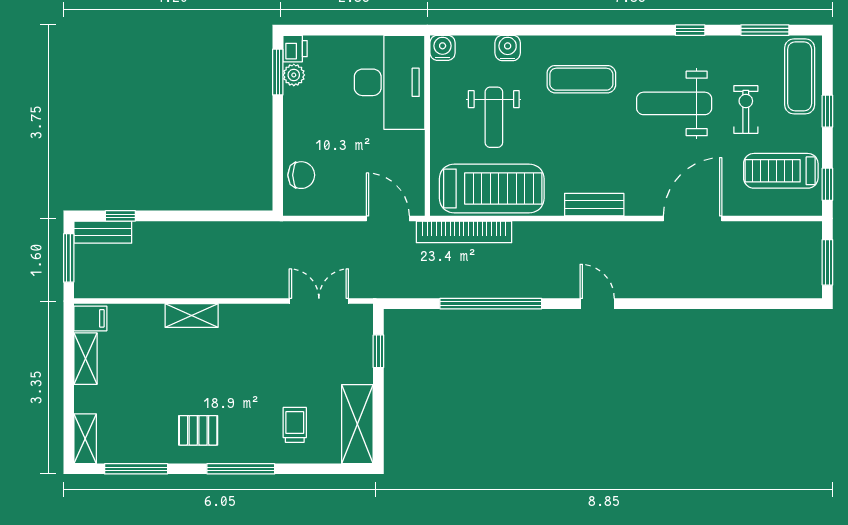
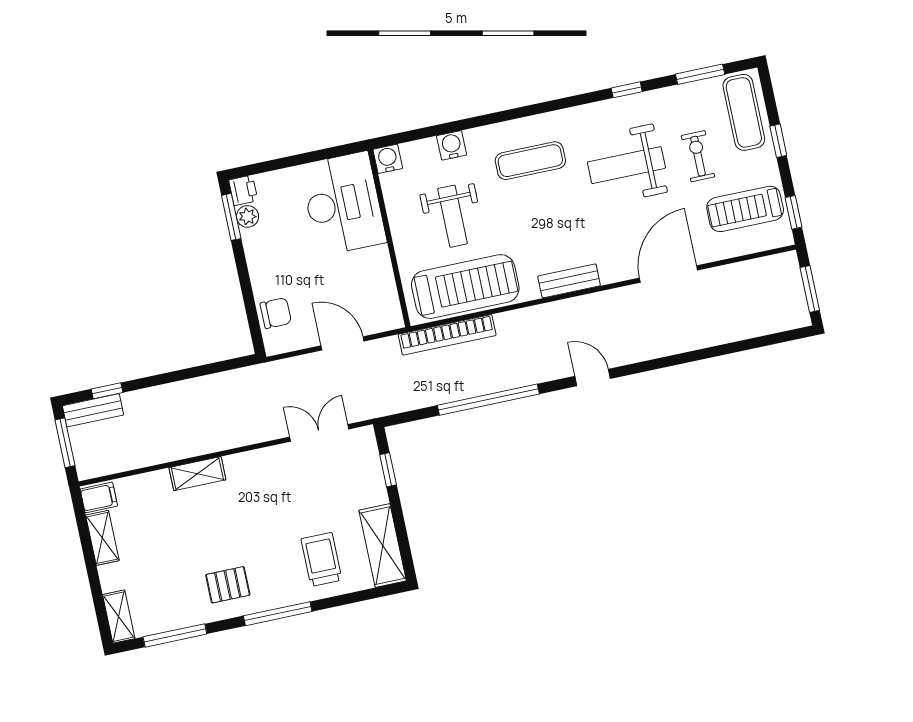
door: (388, 218) -> (343, 343), moved
trolley: (295, 425) -> (321, 559), width x1.36, depth x1.39

